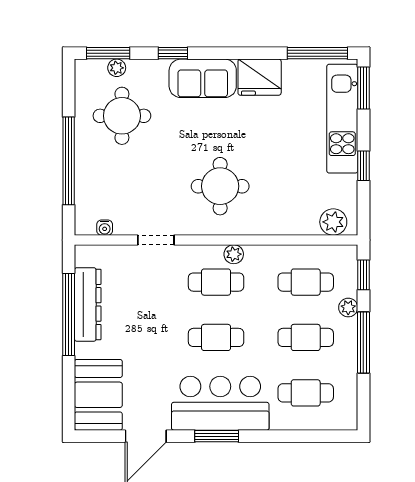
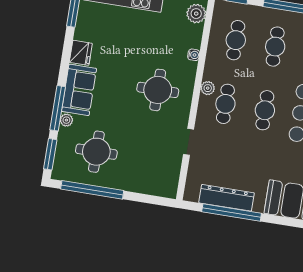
window: (173, 53) -> (58, 108), width x2.17
plant: (117, 68) -> (66, 120), moved
fridge: (260, 77) -> (81, 53), width x0.73, depth x0.75
window: (69, 161) -> (92, 190), moved
water cooler: (105, 228) -> (194, 55), moved
plant: (348, 308) -> (259, 13), removed

